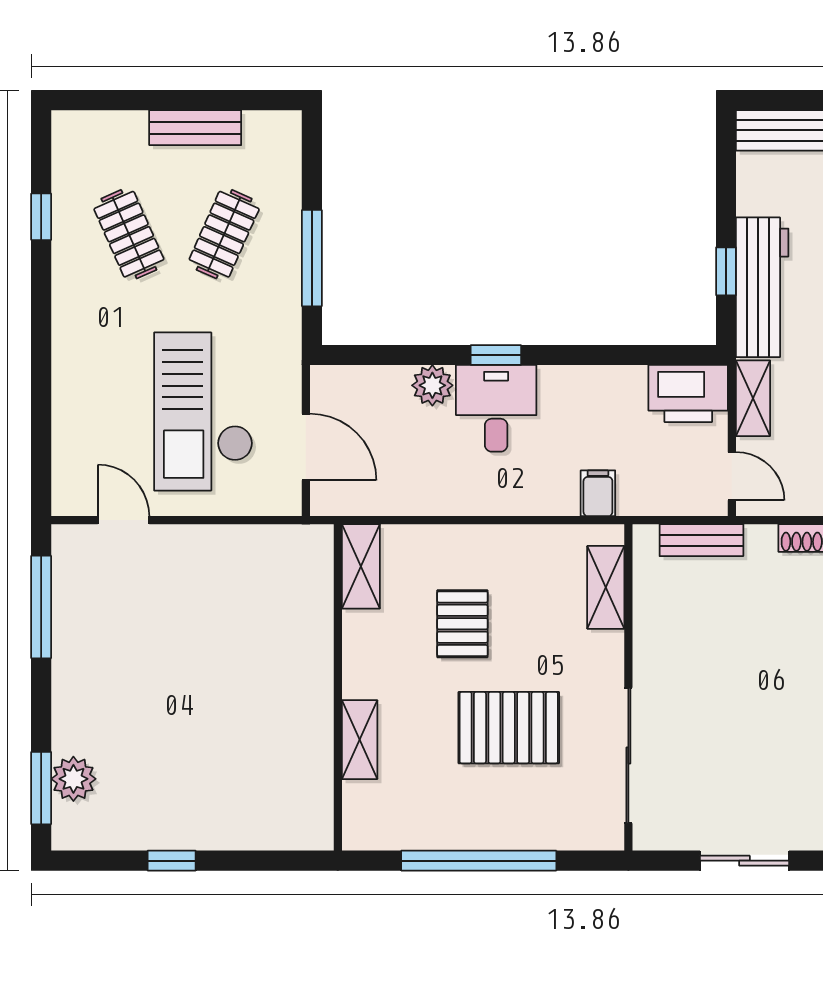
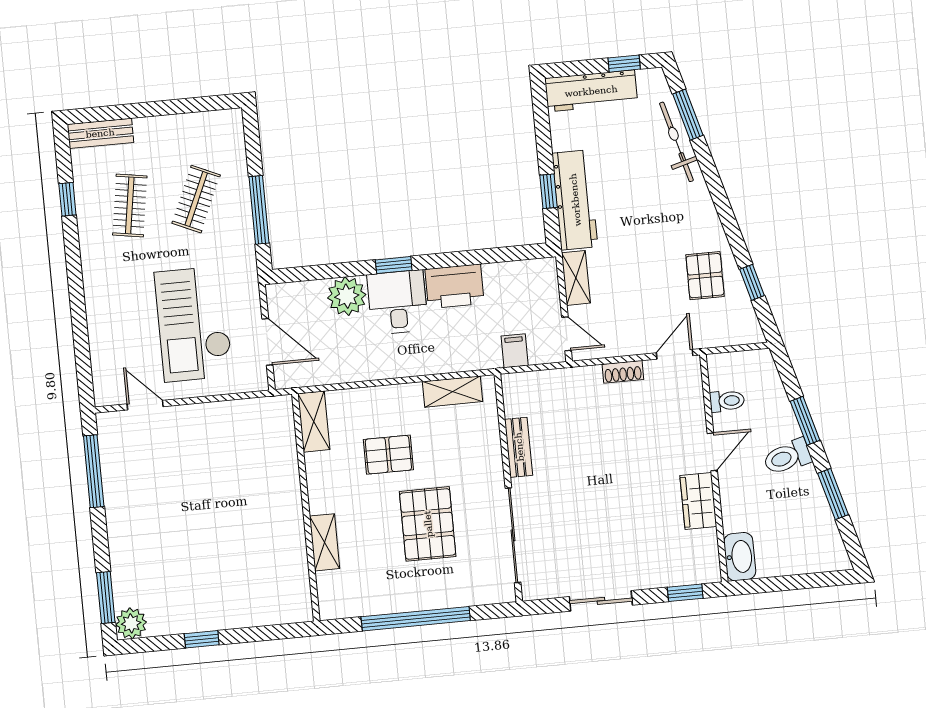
bench: (195, 128) -> (100, 133), moved
clothes rail: (129, 234) -> (130, 205), turned 33
plant: (432, 385) -> (347, 296), width x1.36, depth x1.36
printer: (688, 393) -> (454, 286), moved
filing cabinet: (598, 493) -> (515, 351), moved
bench: (701, 540) -> (519, 447), moved, turned 90
shelving: (606, 587) -> (453, 392), moved, turned 90
pallet: (462, 624) -> (388, 455), turned 90
pallet: (509, 728) -> (428, 524), turned 90
plant: (73, 779) -> (131, 623), moved

